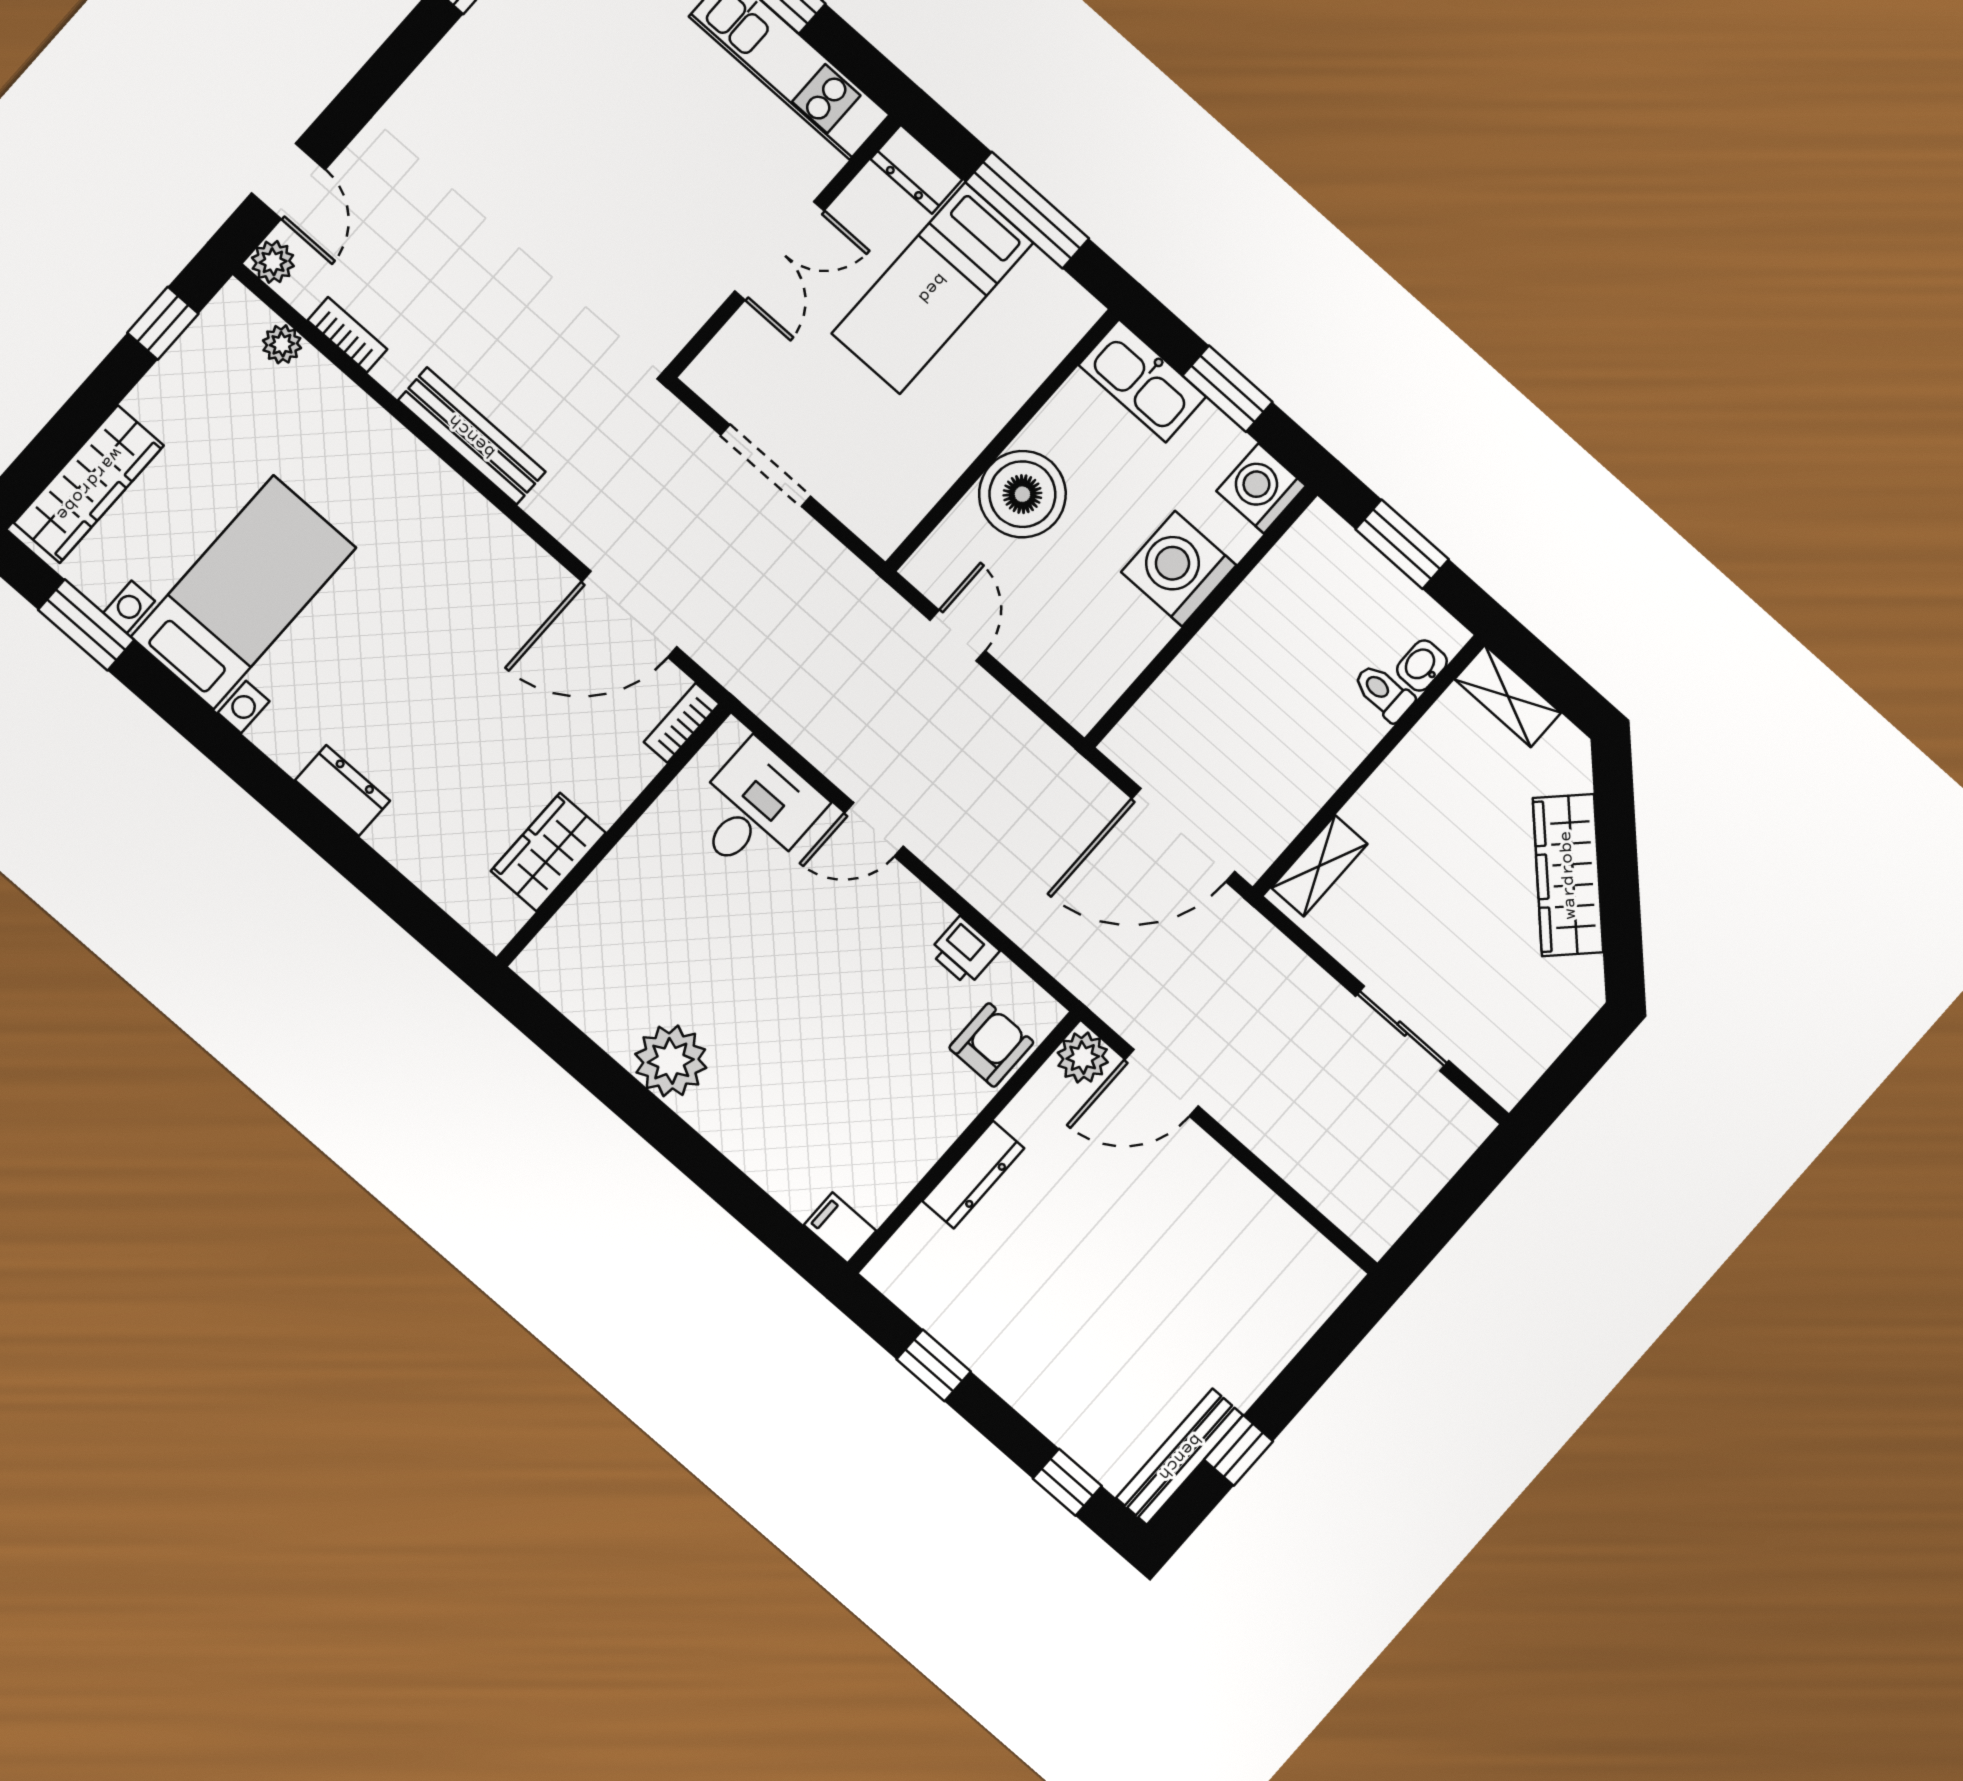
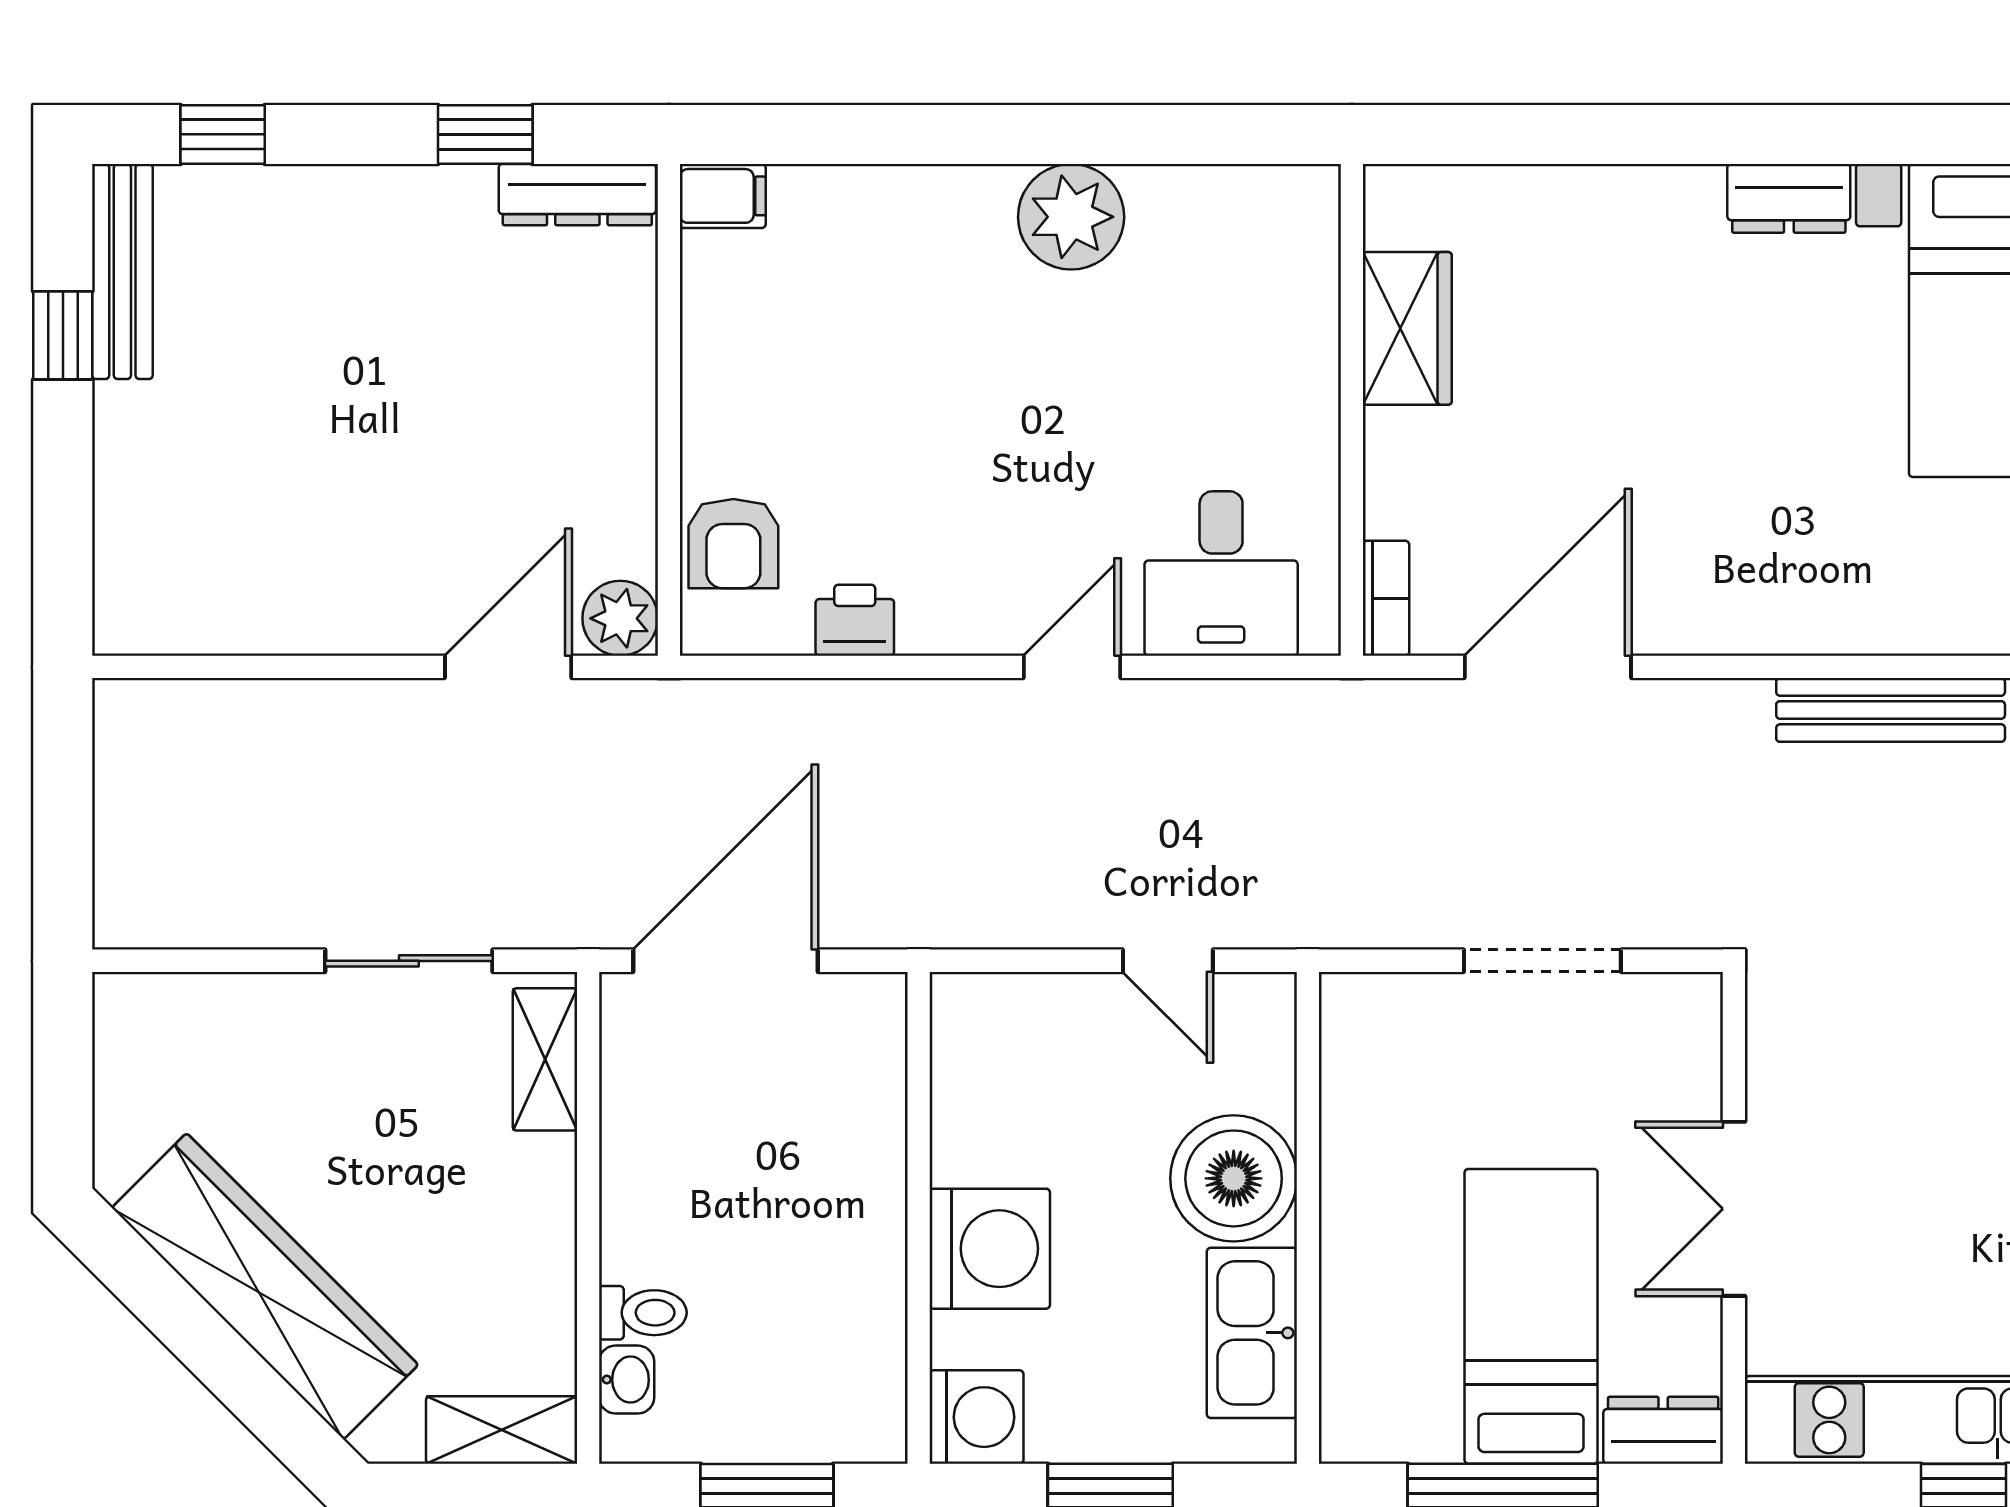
kitchen sink: (1142, 381) -> (1252, 1333), moved, turned -90
dresser: (342, 791) -> (1789, 198), moved
wardrobe: (1568, 875) -> (265, 1286), width x1.40, depth x1.17
sliding door: (1402, 1029) -> (409, 961), moved
dresser: (973, 1175) -> (577, 195), moved, turned -90

